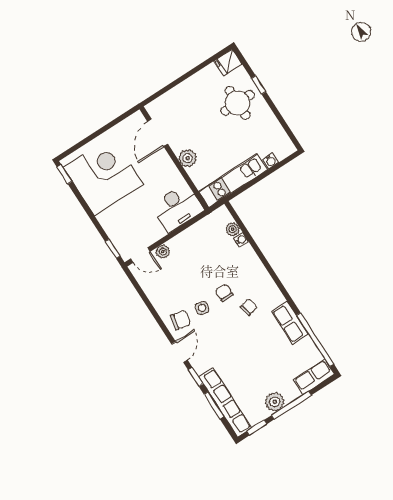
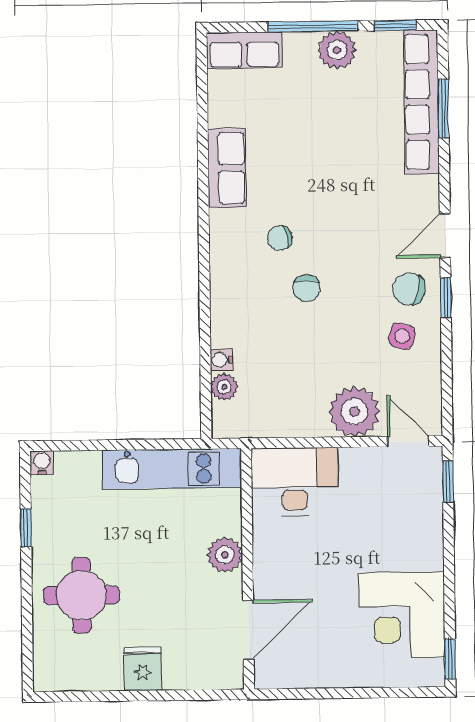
fridge: (228, 63) -> (143, 669), moved, turned -90
window: (259, 85) -> (26, 528), moved
water cooler: (270, 161) -> (42, 463), moved
corner desk: (103, 176) -> (402, 615), width x0.74, depth x0.74
plant: (163, 252) -> (354, 412), width x1.88, depth x1.88
side table: (202, 308) -> (402, 336), moved
window: (315, 340) -> (202, 112), removed
window: (196, 377) -> (446, 298), moved

